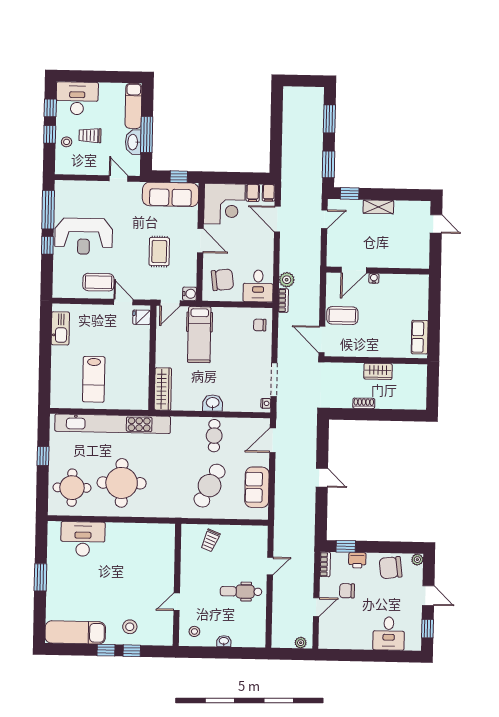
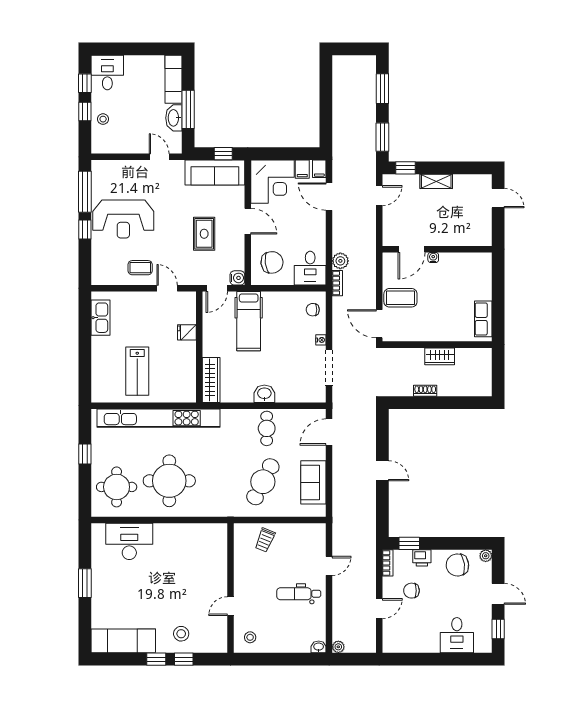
desk: (77, 98) -> (107, 72), width x0.73
trolley: (90, 136) -> (128, 112), removed
coffee table: (98, 282) -> (140, 268), width x0.73, depth x0.77
fridge: (142, 317) -> (187, 332), moved
nightstand: (266, 403) -> (321, 340), moved
washbasin: (224, 641) -> (319, 647), moved
plant: (301, 643) -> (338, 647), moved

